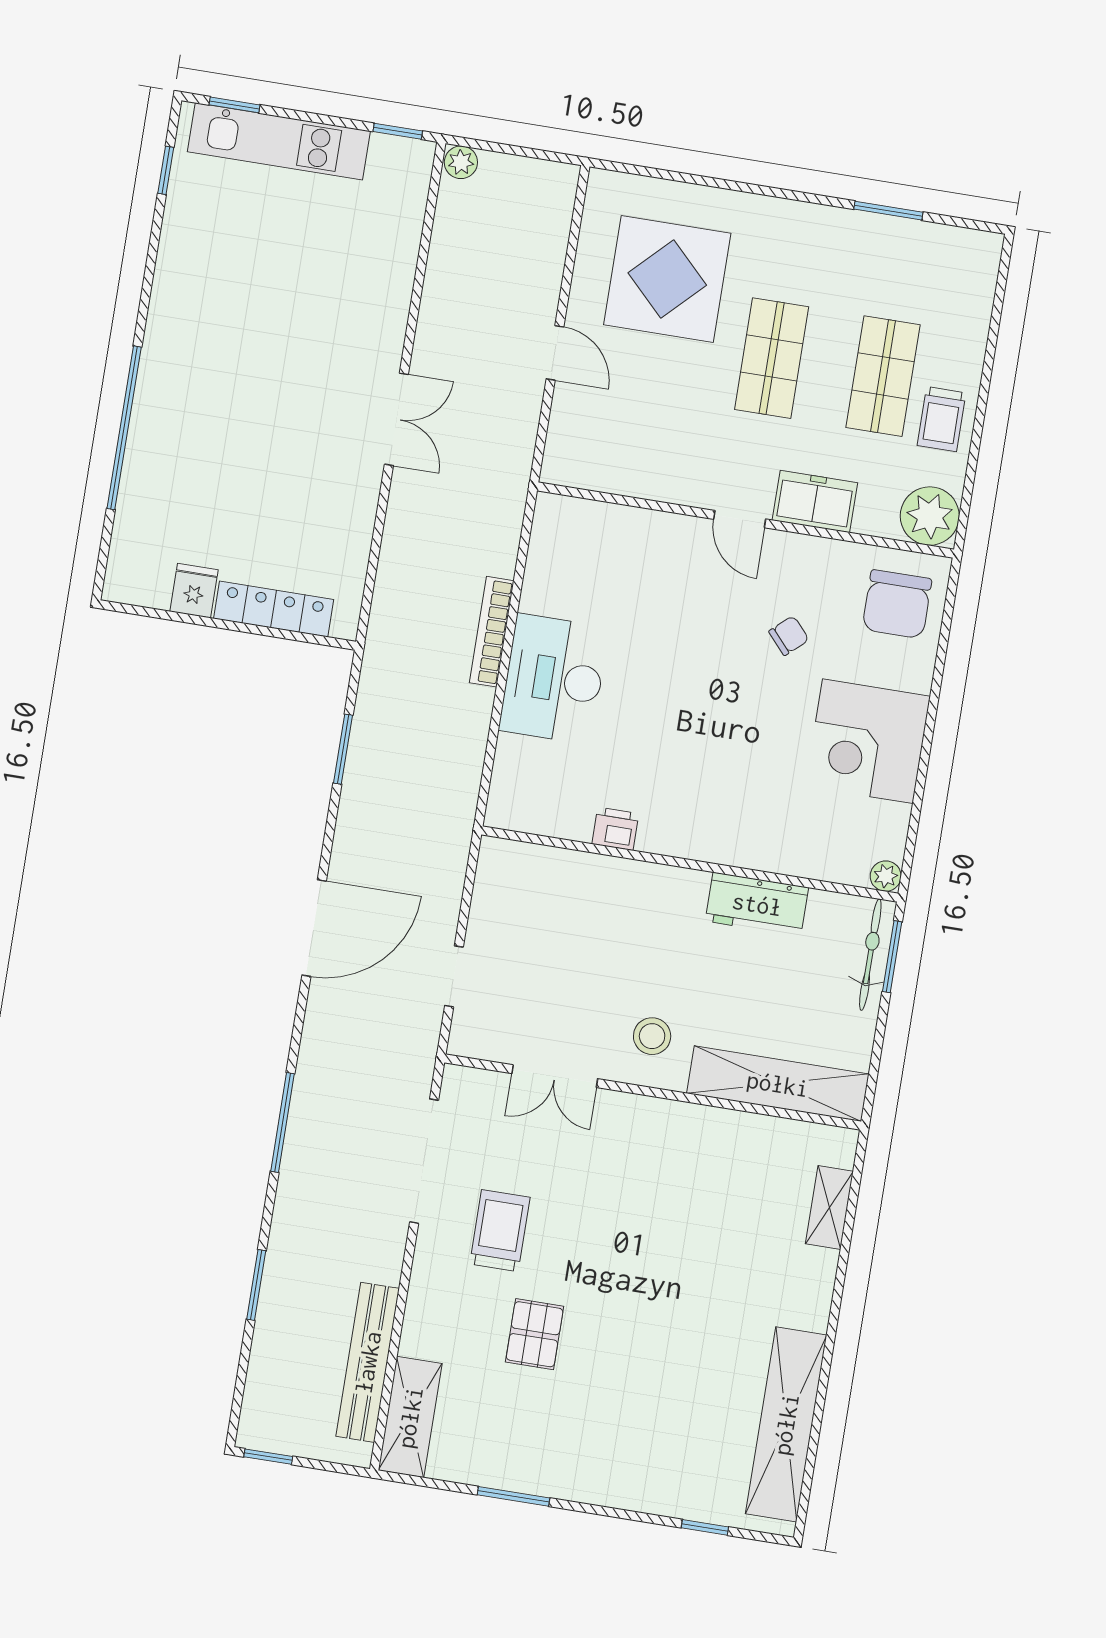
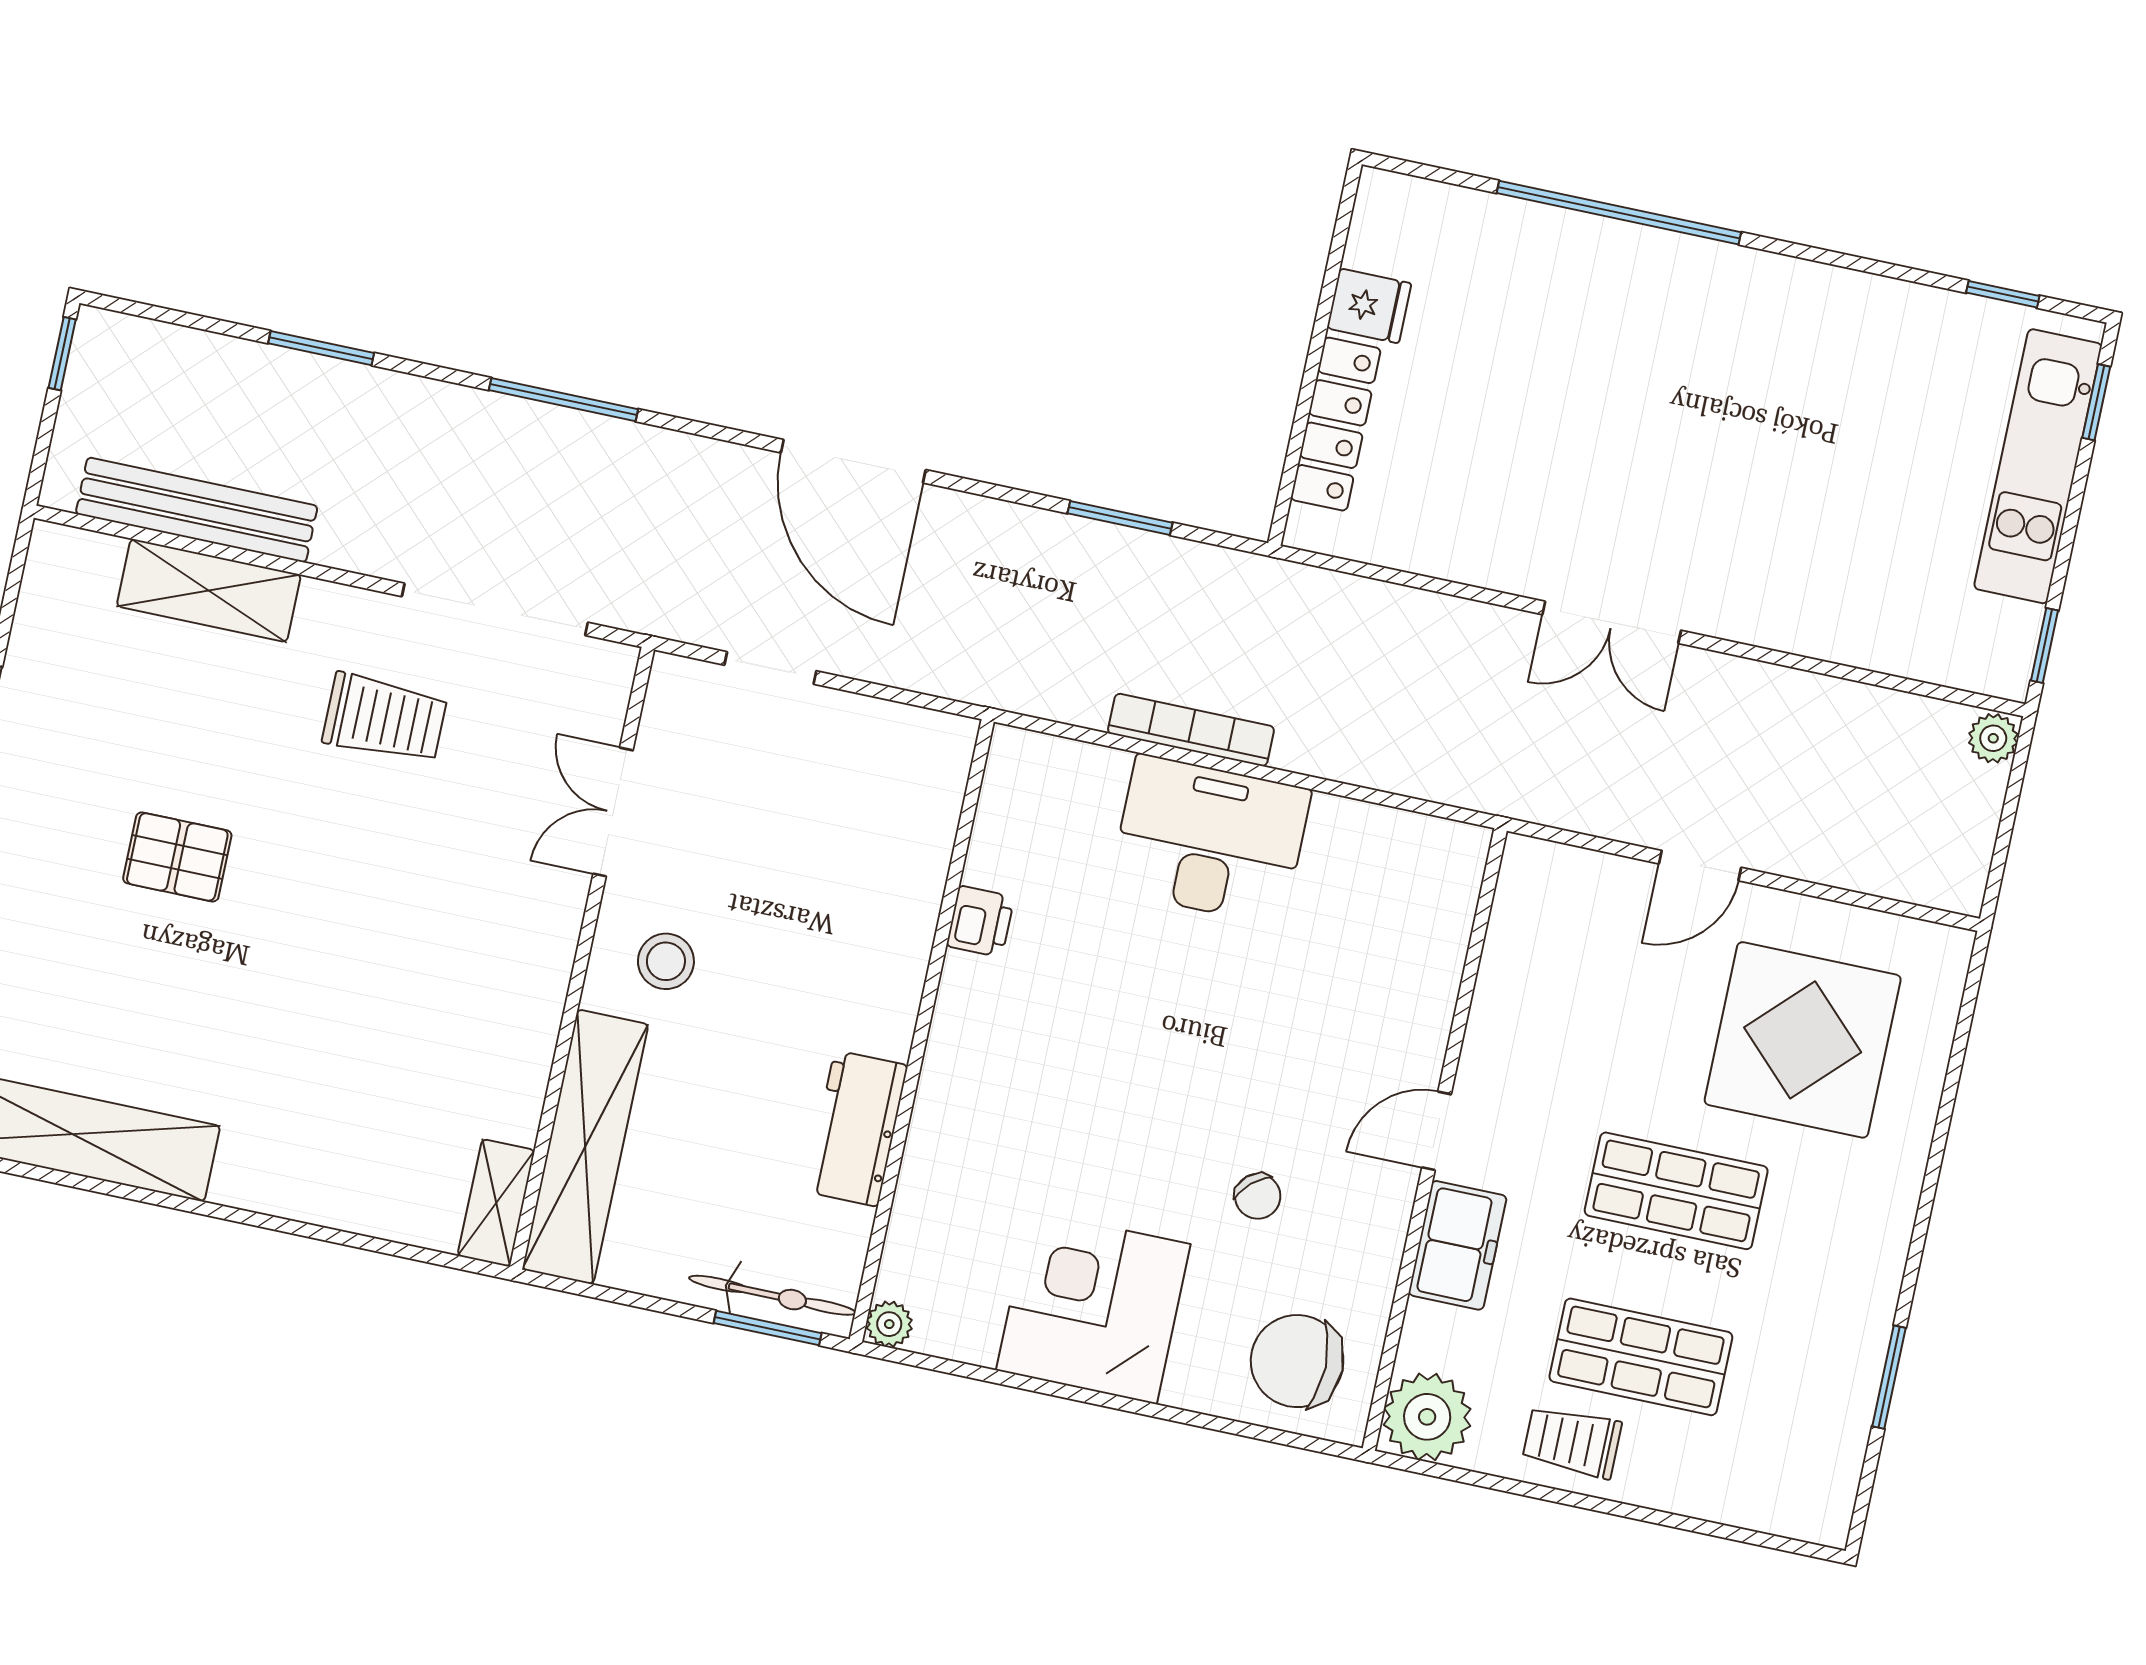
bookcase: (492, 632) -> (1191, 730), moved
shelving: (829, 1208) -> (496, 1203), moved, turned 90
pallet: (535, 1334) -> (177, 857), moved
shelving: (410, 1417) -> (209, 590), moved

